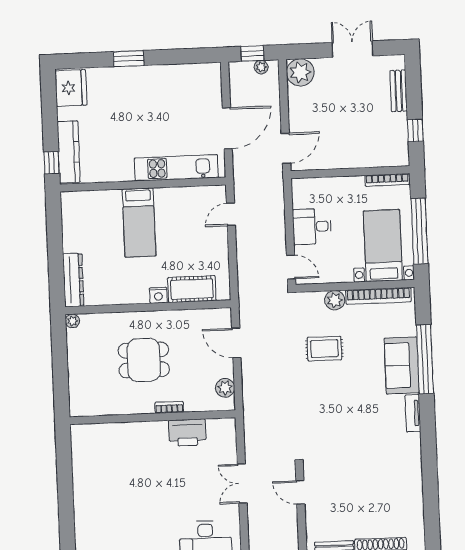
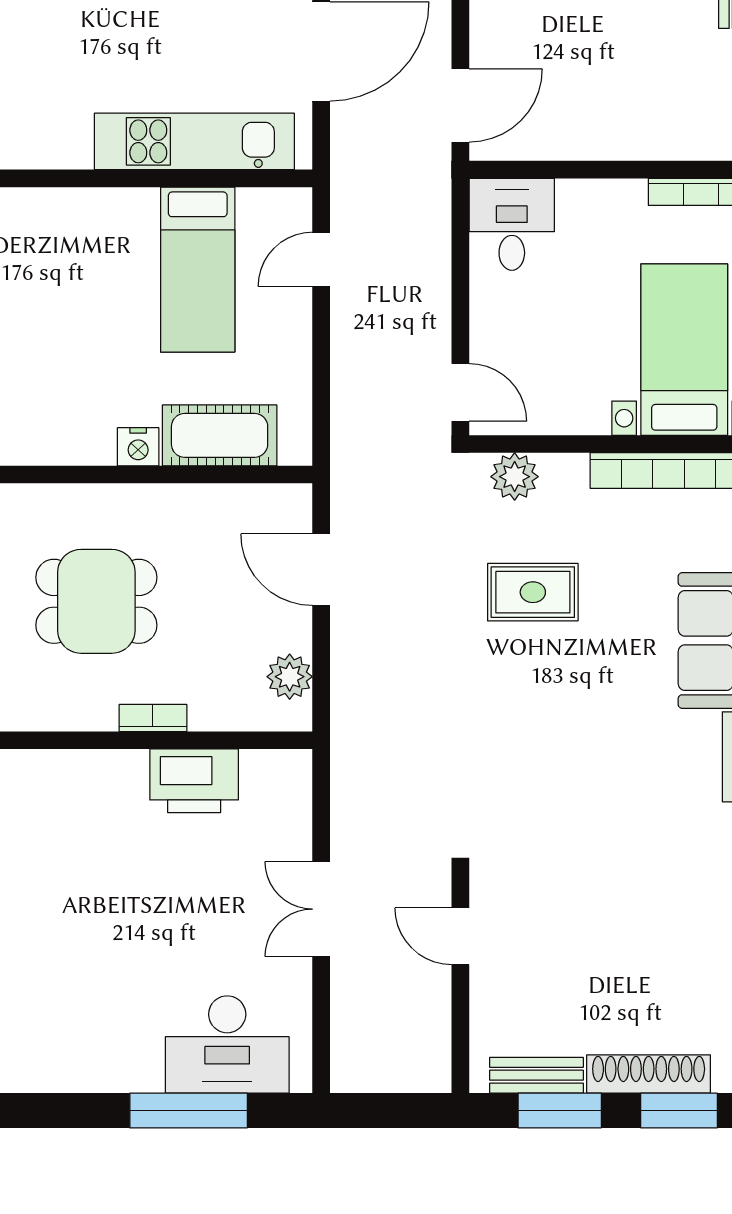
bed: (139, 223) -> (198, 270), moved
desk: (312, 227) -> (512, 224), moved, turned 90
plant: (335, 300) -> (515, 477), moved

